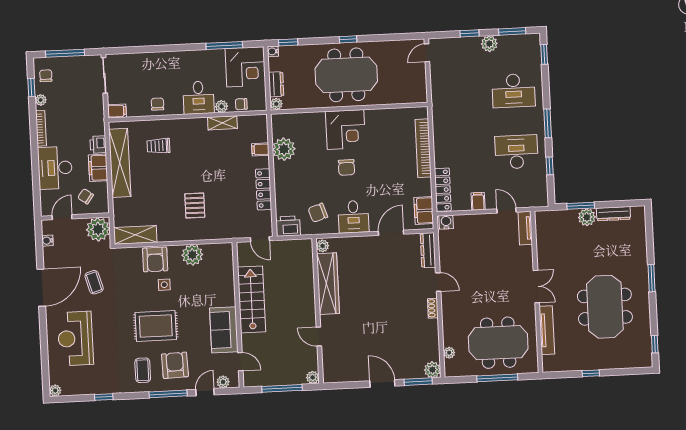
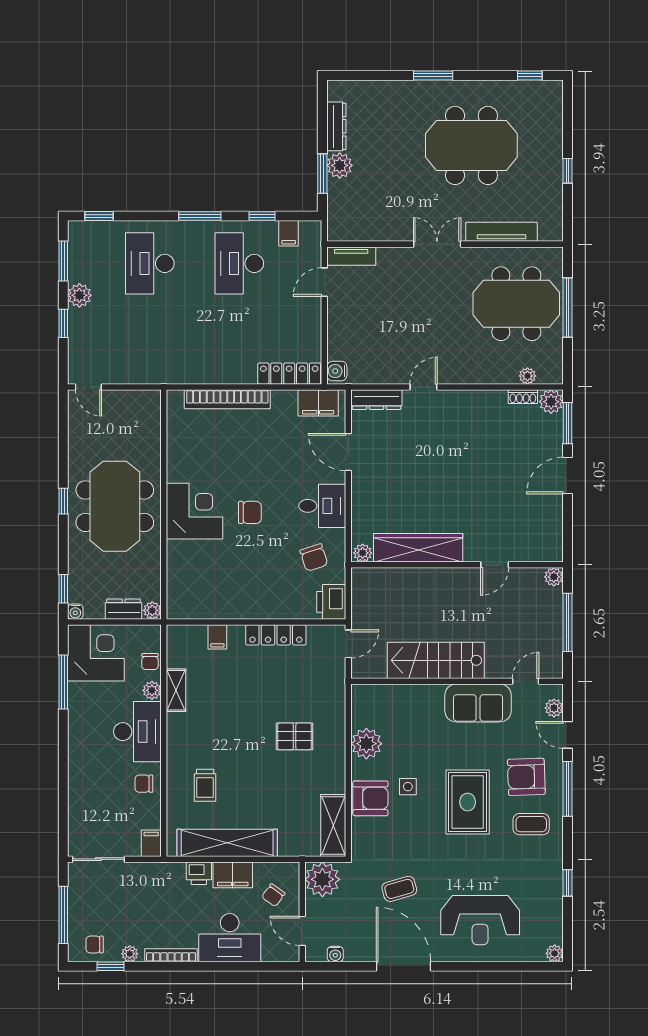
desk: (513, 91) -> (150, 263), turned 180
desk: (198, 98) -> (137, 732), width x1.37
plant: (284, 149) -> (219, 602), removed
filing cabinet: (478, 201) -> (289, 233), moved, turned -90
shoe rack: (433, 308) -> (523, 397), moved
meeting table: (498, 343) -> (516, 304), turned 90

